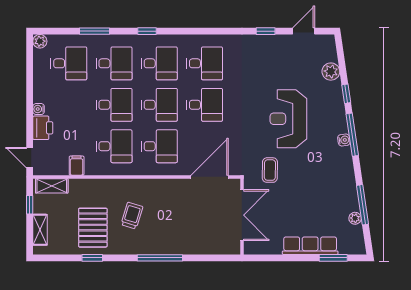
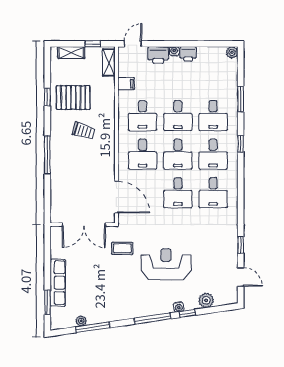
desk: (69, 63) -> (213, 77), removed
printer: (42, 93) -> (188, 54), added
water cooler: (344, 140) -> (179, 307), moved

